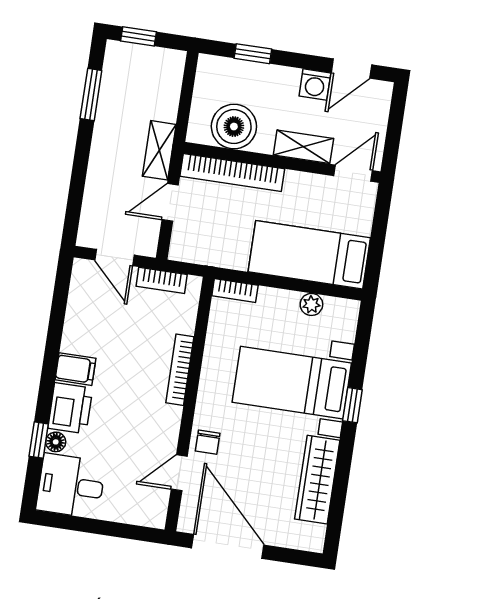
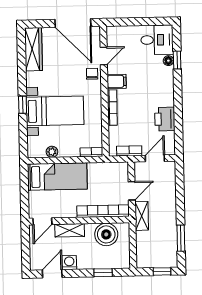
door: (114, 258) -> (155, 158), hinge flipped
filing cabinet: (75, 369) -> (117, 81), moved, turned 180
printer: (70, 408) -> (165, 119), moved
wardrobe: (317, 480) -> (33, 49), moved

